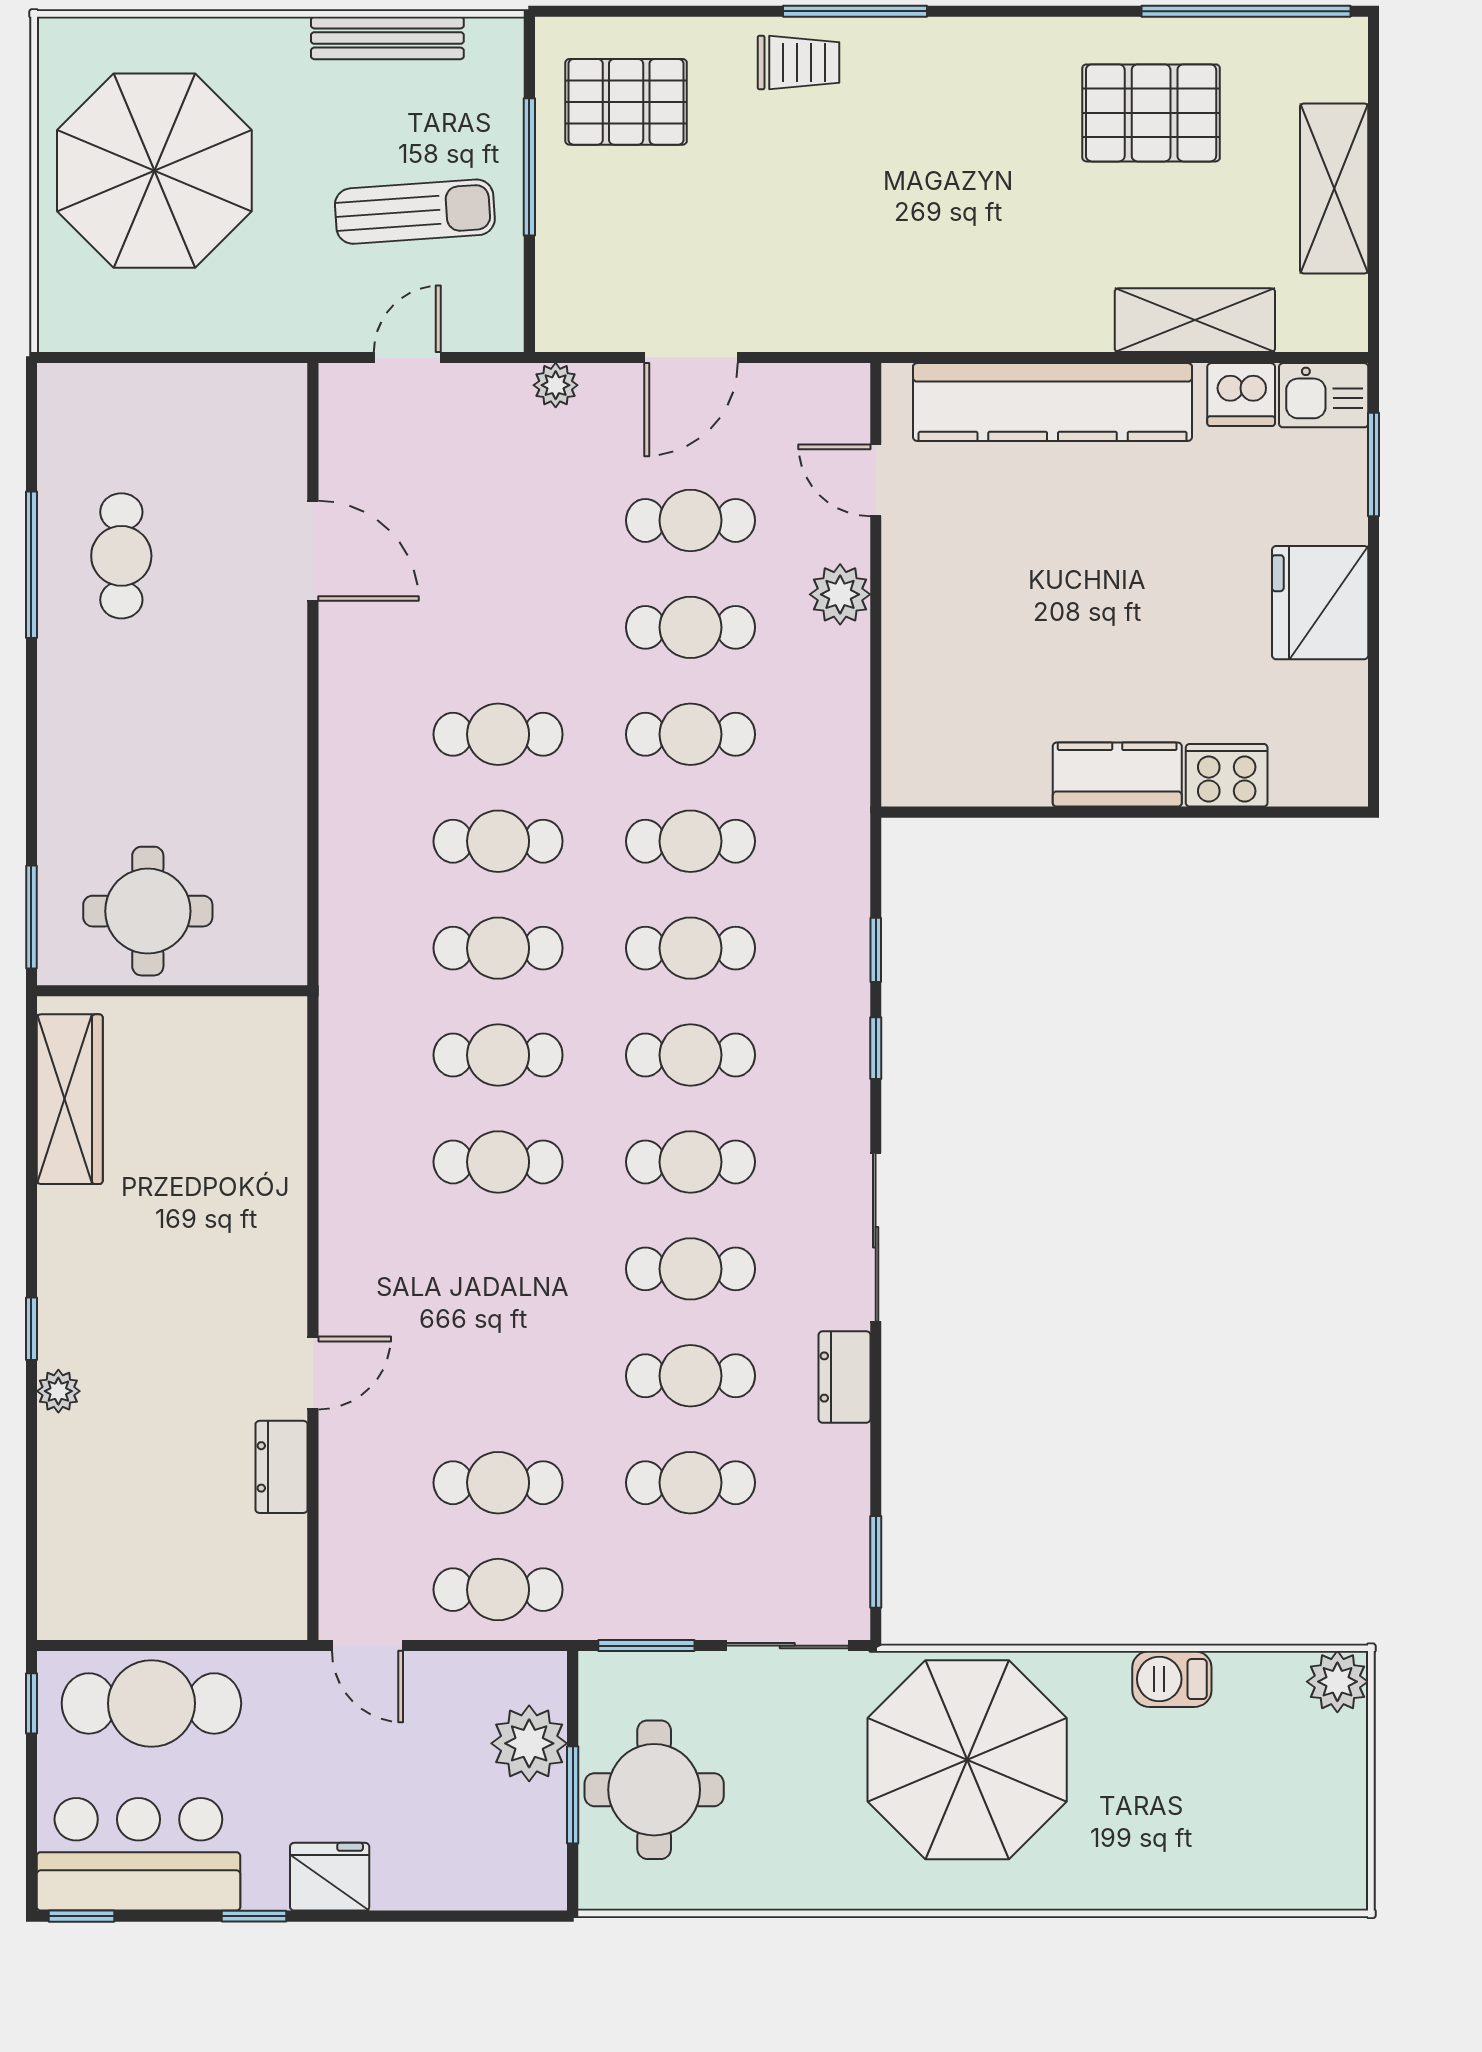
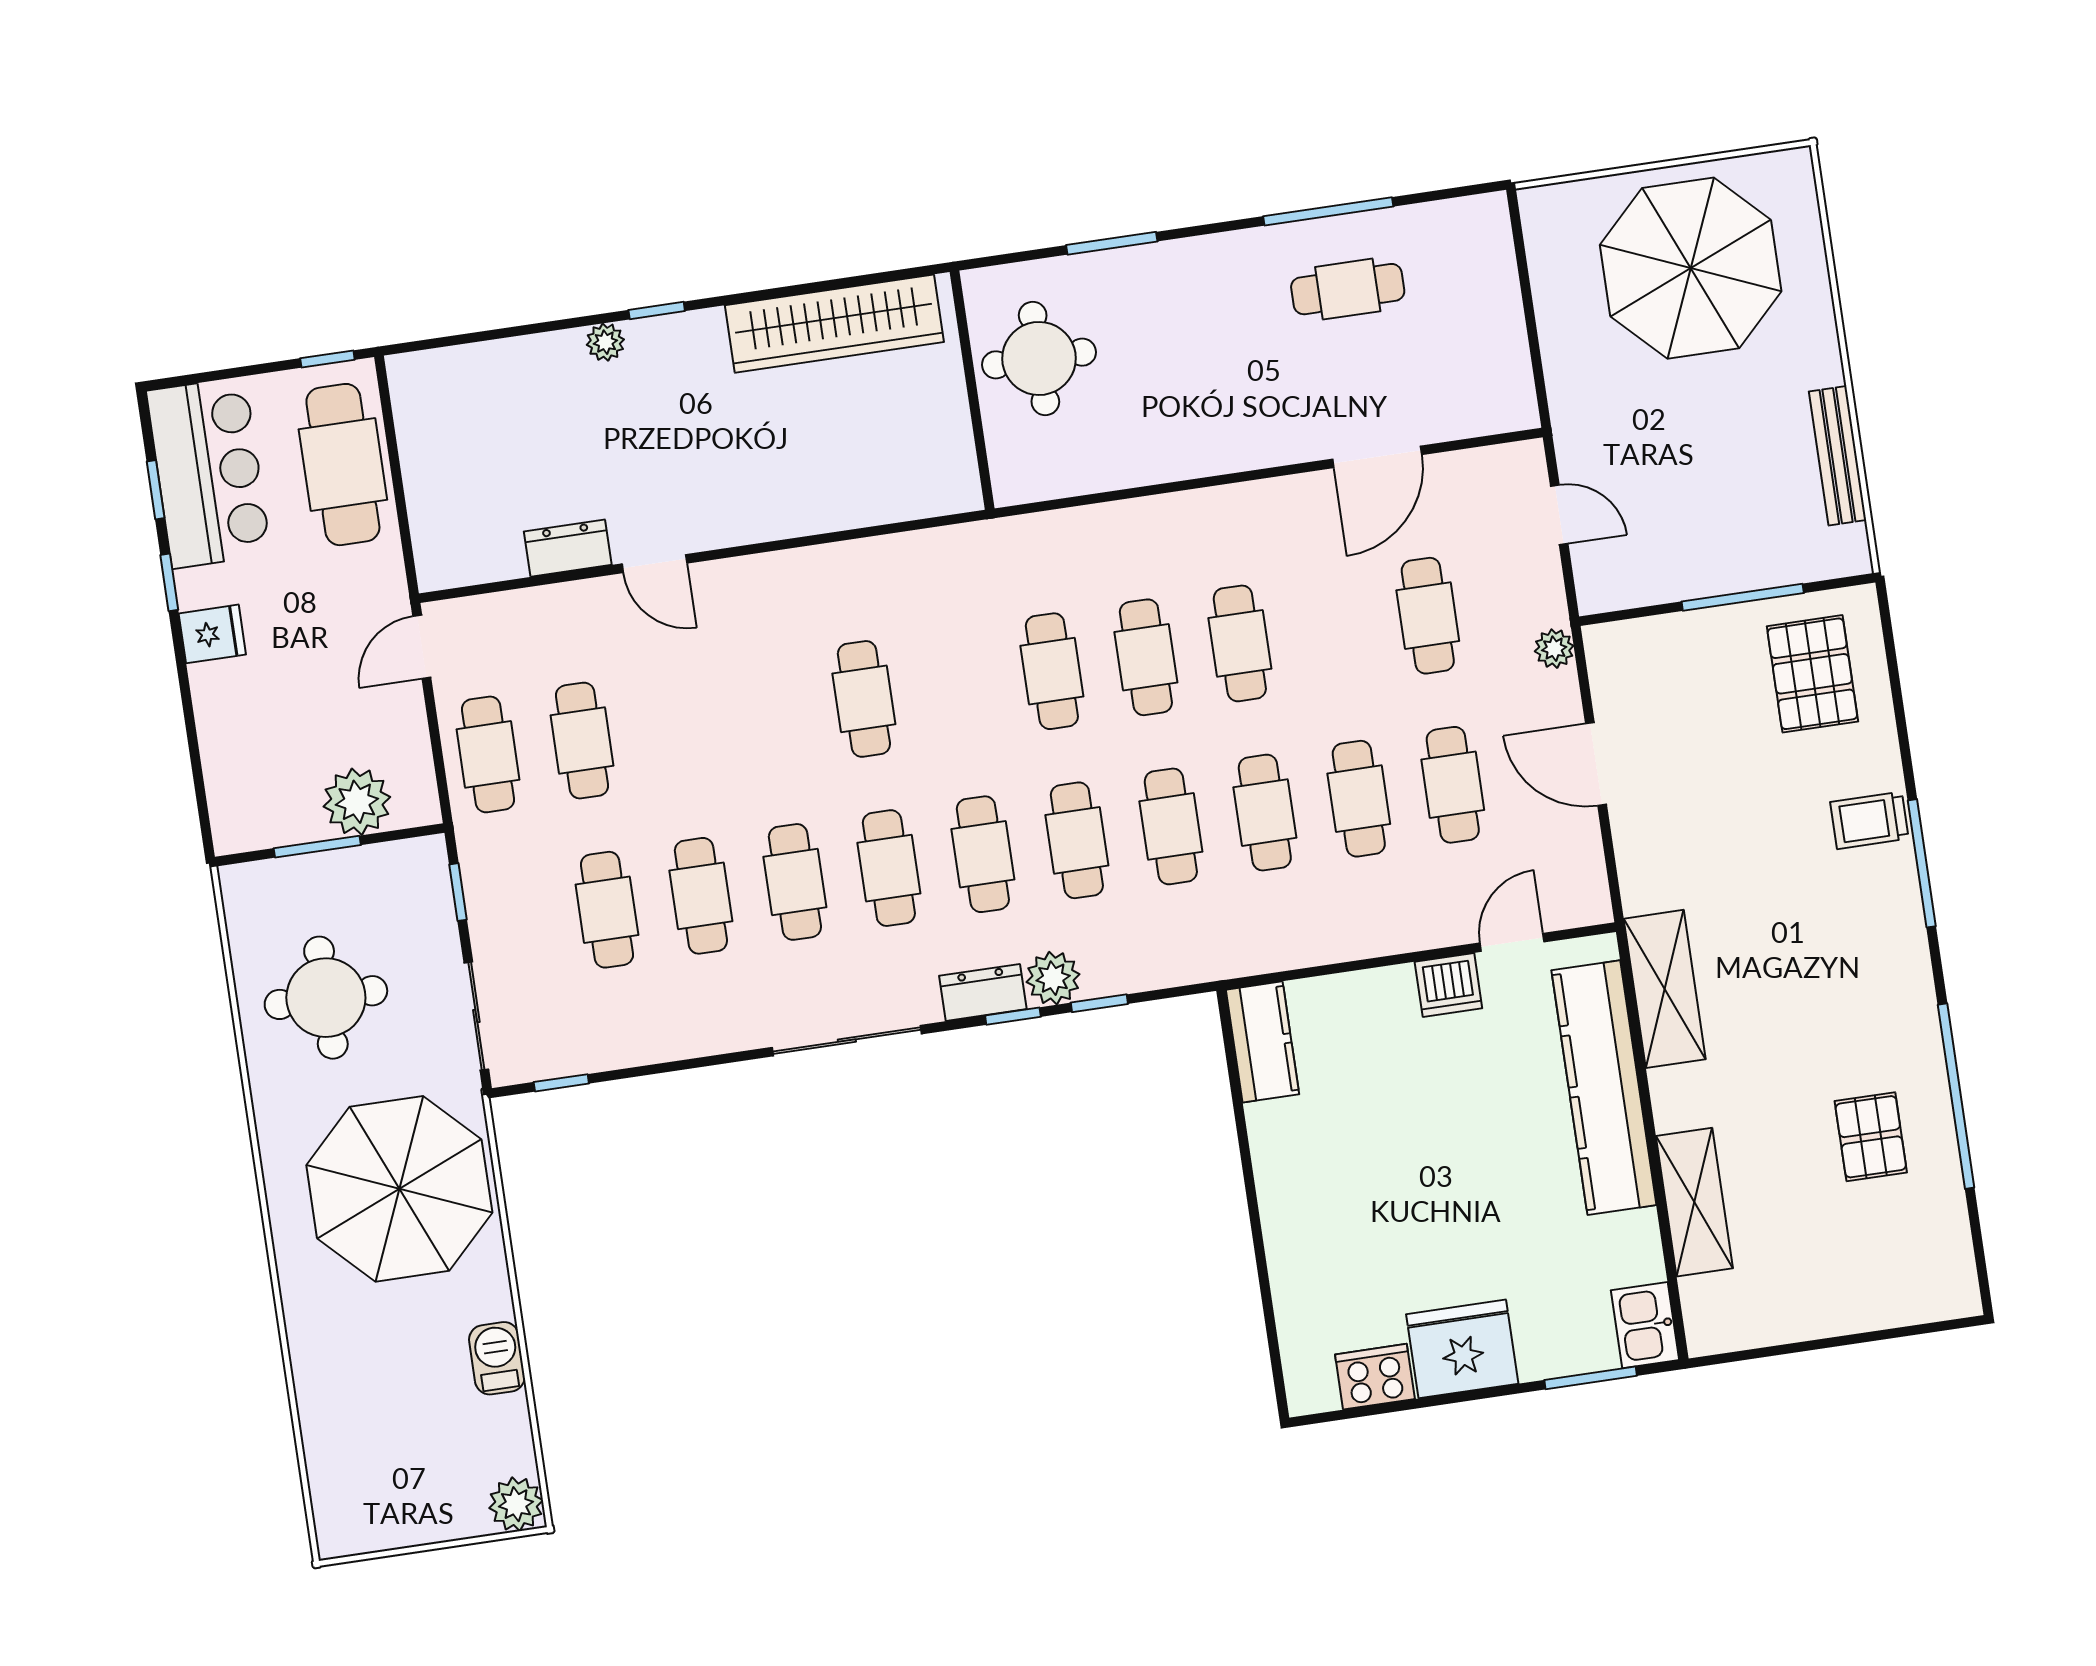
window: (1246, 11) -> (1956, 1096), moved
trolley: (799, 63) -> (1869, 820), turned 90
pallet: (1151, 113) -> (1871, 1137), width x0.67, depth x0.71
shelving: (1334, 189) -> (1665, 989), moved, turned 90
sun lounger: (415, 212) -> (1688, 502), removed
dishwasher: (1241, 395) -> (1448, 985), moved, turned -90
plant: (840, 594) -> (1053, 978), moved
kitchen counter: (1117, 775) -> (1263, 1042), moved
cooker: (1227, 775) -> (1375, 1377), moved, turned -90
window: (31, 917) -> (1112, 243), moved
cafe table: (498, 1055) -> (1428, 616), moved
wardrobe: (70, 1099) -> (834, 324), width x1.40, depth x1.17
dresser: (844, 1377) -> (983, 992), moved
window: (876, 1562) -> (561, 1083), width x0.67
window: (646, 1646) -> (458, 892), width x0.67
round table: (654, 1790) -> (326, 998), moved
fridge: (330, 1877) -> (212, 634), width x0.72
window: (82, 1916) -> (156, 490), moved

